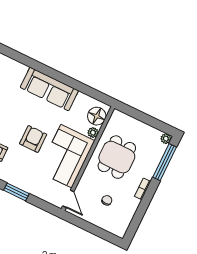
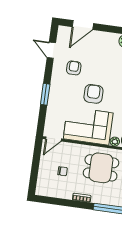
armchair: (33, 139) -> (93, 94), turned -90

